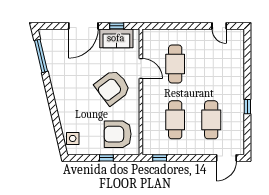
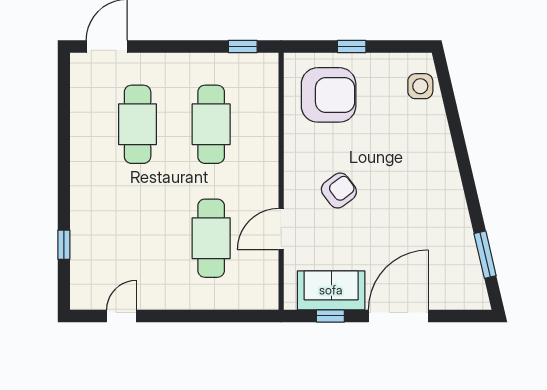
door: (219, 26) -> (121, 316), hinge flipped
window: (41, 56) -> (485, 255), width x0.69
door: (141, 68) -> (281, 229), hinge flipped
armchair: (113, 87) -> (339, 190), width x0.53, depth x0.53
window: (247, 107) -> (64, 245), moved

